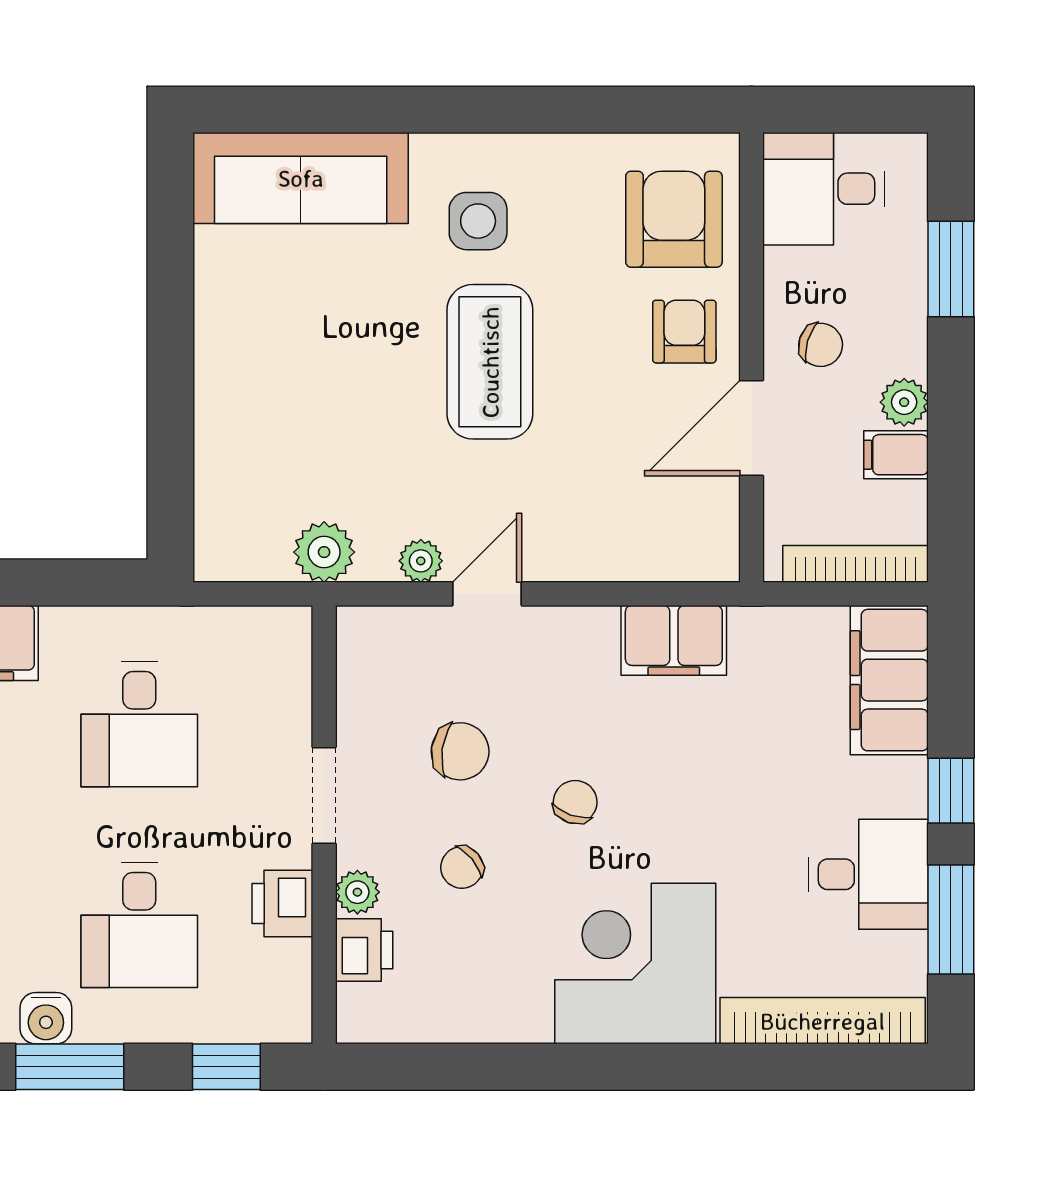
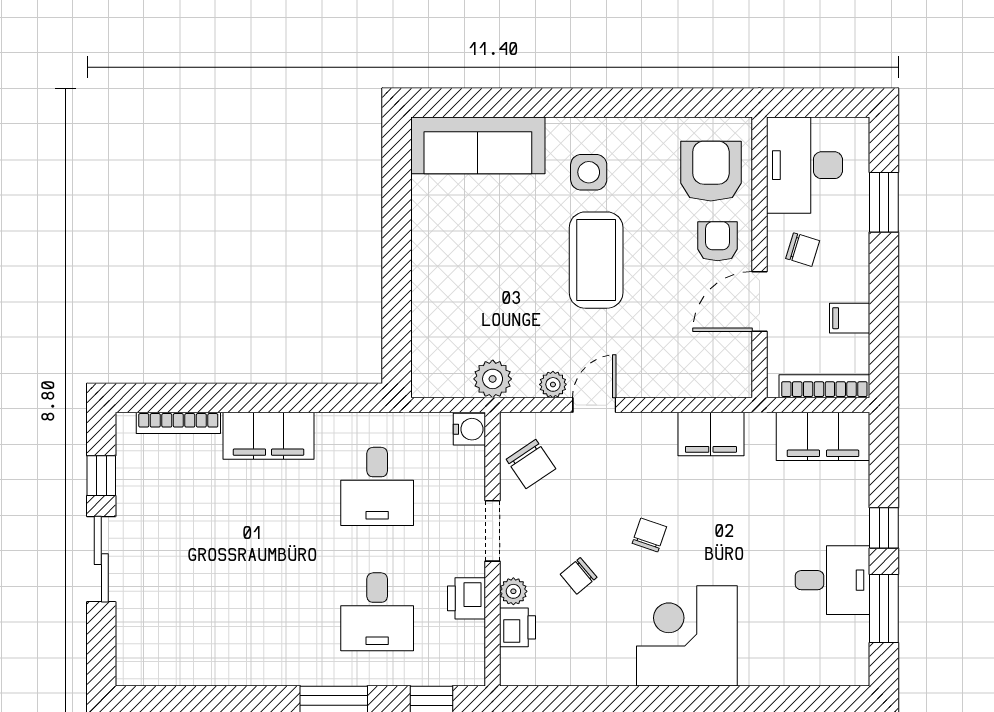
desk: (824, 189) -> (804, 165), width x1.37
plant: (904, 402) -> (855, 285), removed
filing cabinet: (889, 680) -> (823, 436), moved, turned -90
chair: (460, 751) -> (531, 464), moved, turned 48
water cooler: (46, 1018) -> (469, 429), moved, turned -90
bookcase: (823, 1021) -> (804, 672), removed

